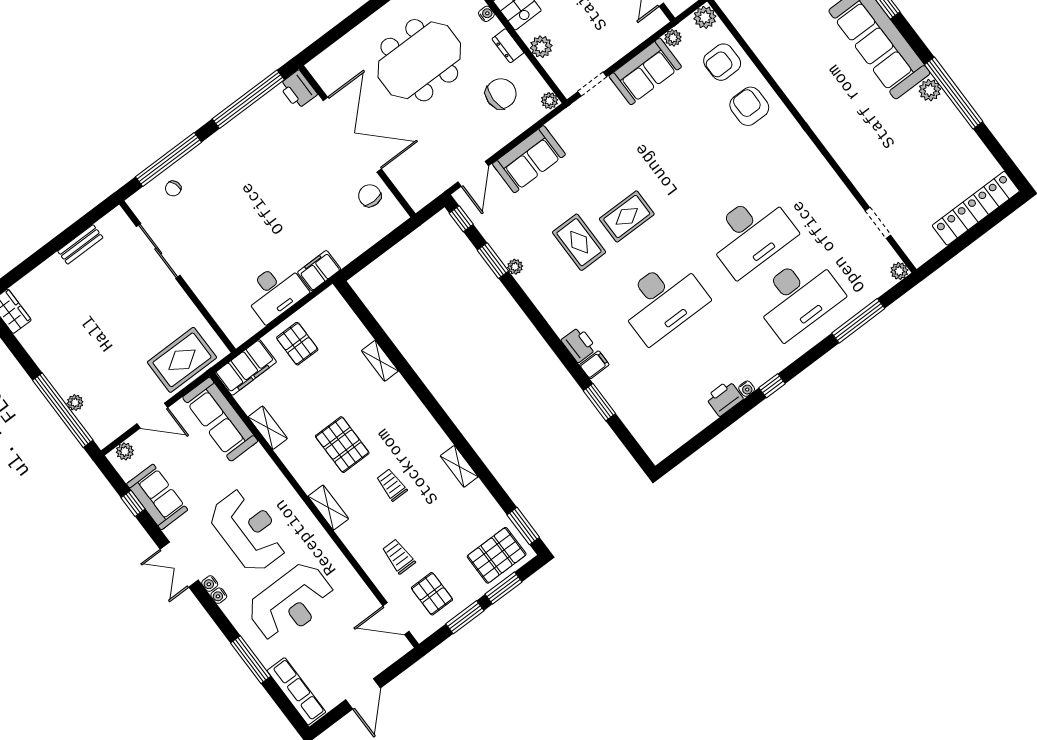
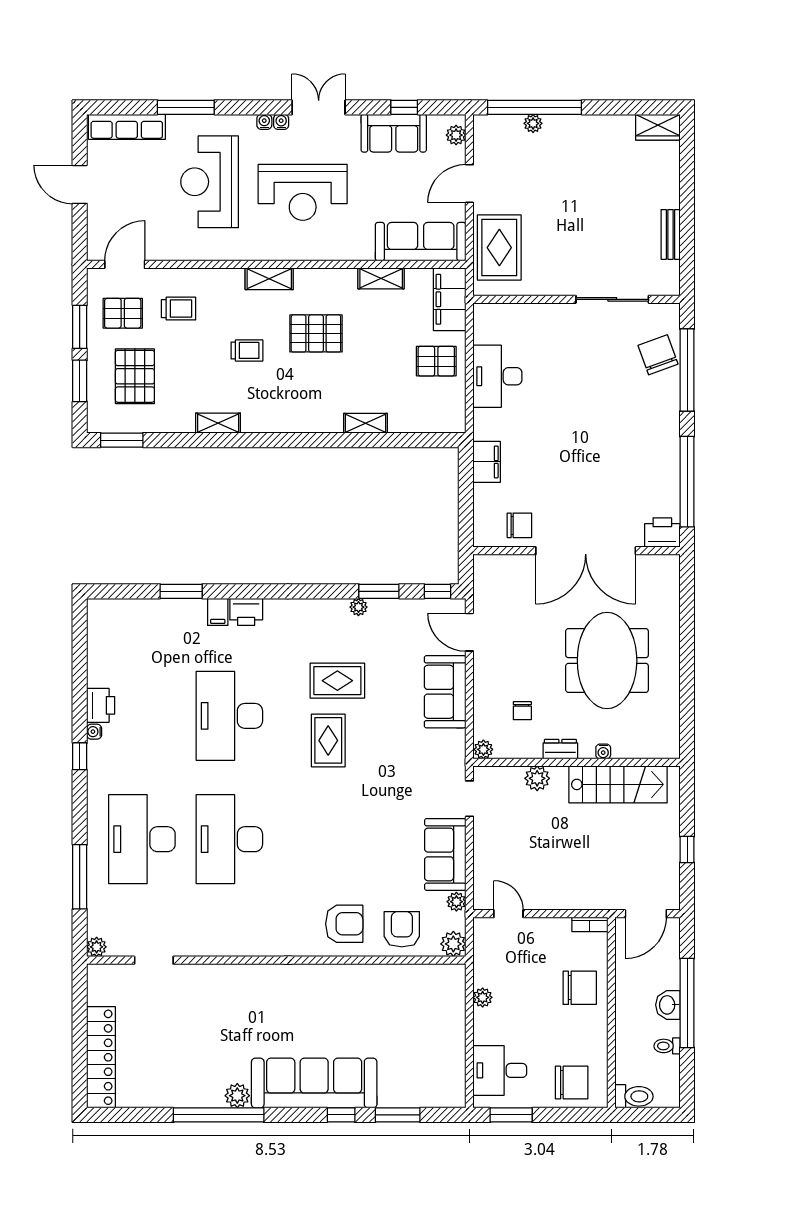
chair: (501, 94) -> (522, 711), width x0.54, depth x0.54
chair: (173, 188) -> (658, 355), width x1.87, depth x1.87
filing cabinet: (319, 271) -> (487, 462), moved
pallet: (497, 555) -> (135, 376), moved

